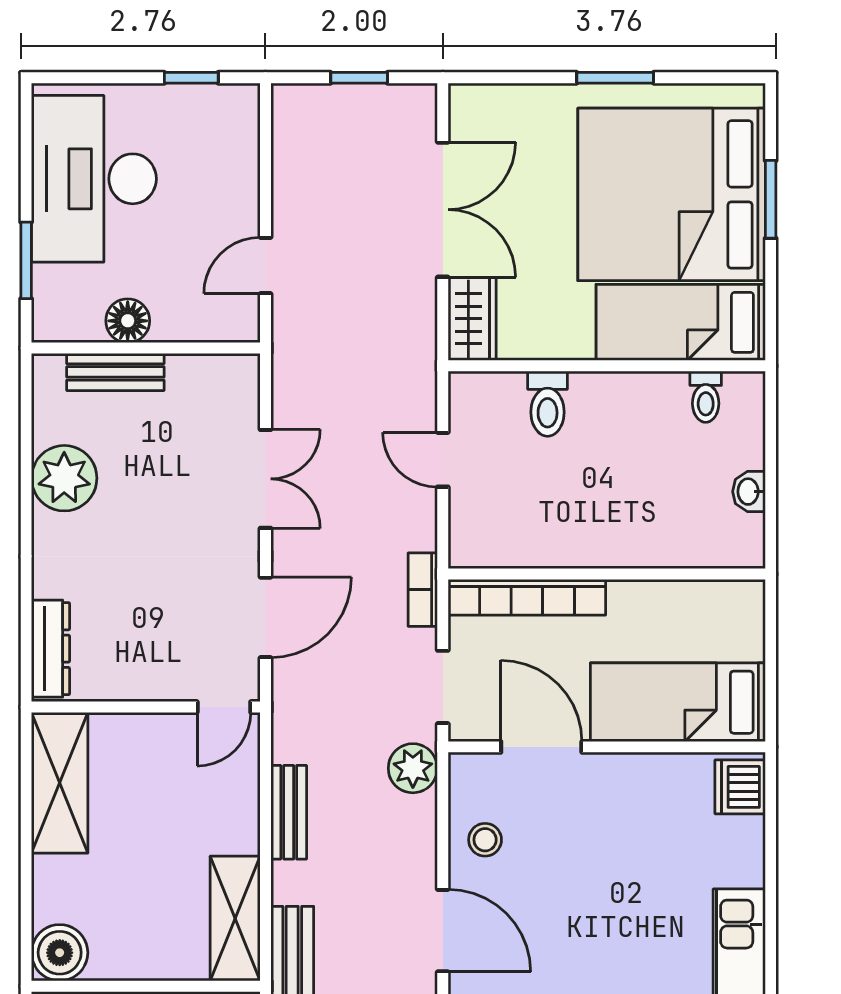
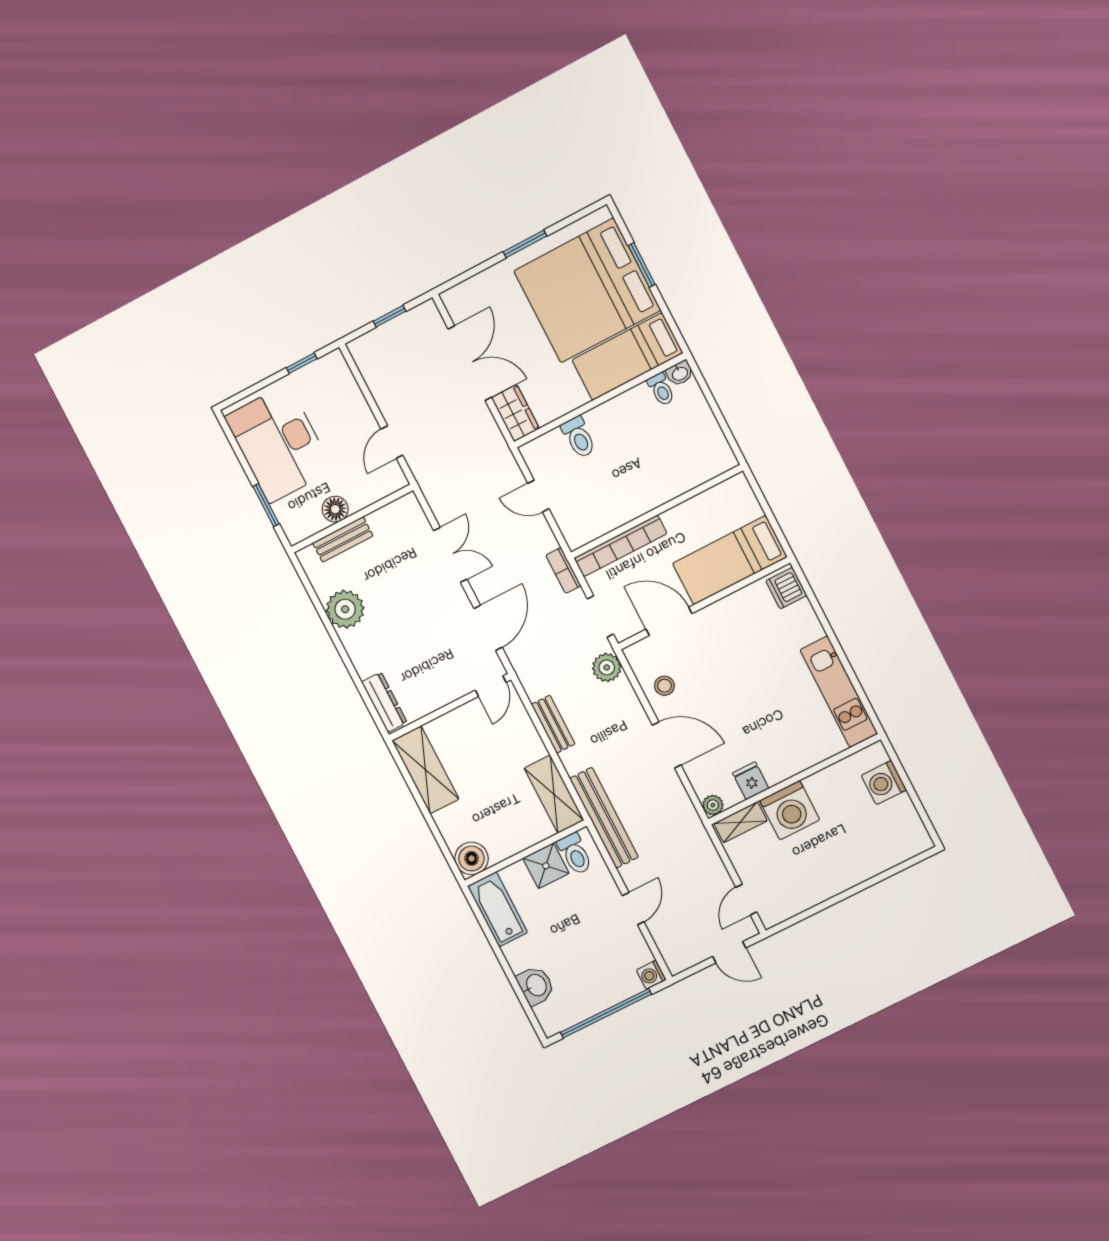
washbasin: (749, 492) -> (680, 373), moved, turned -90

